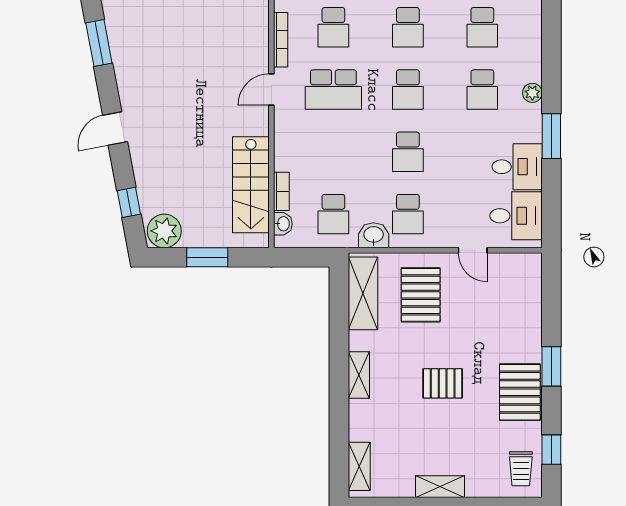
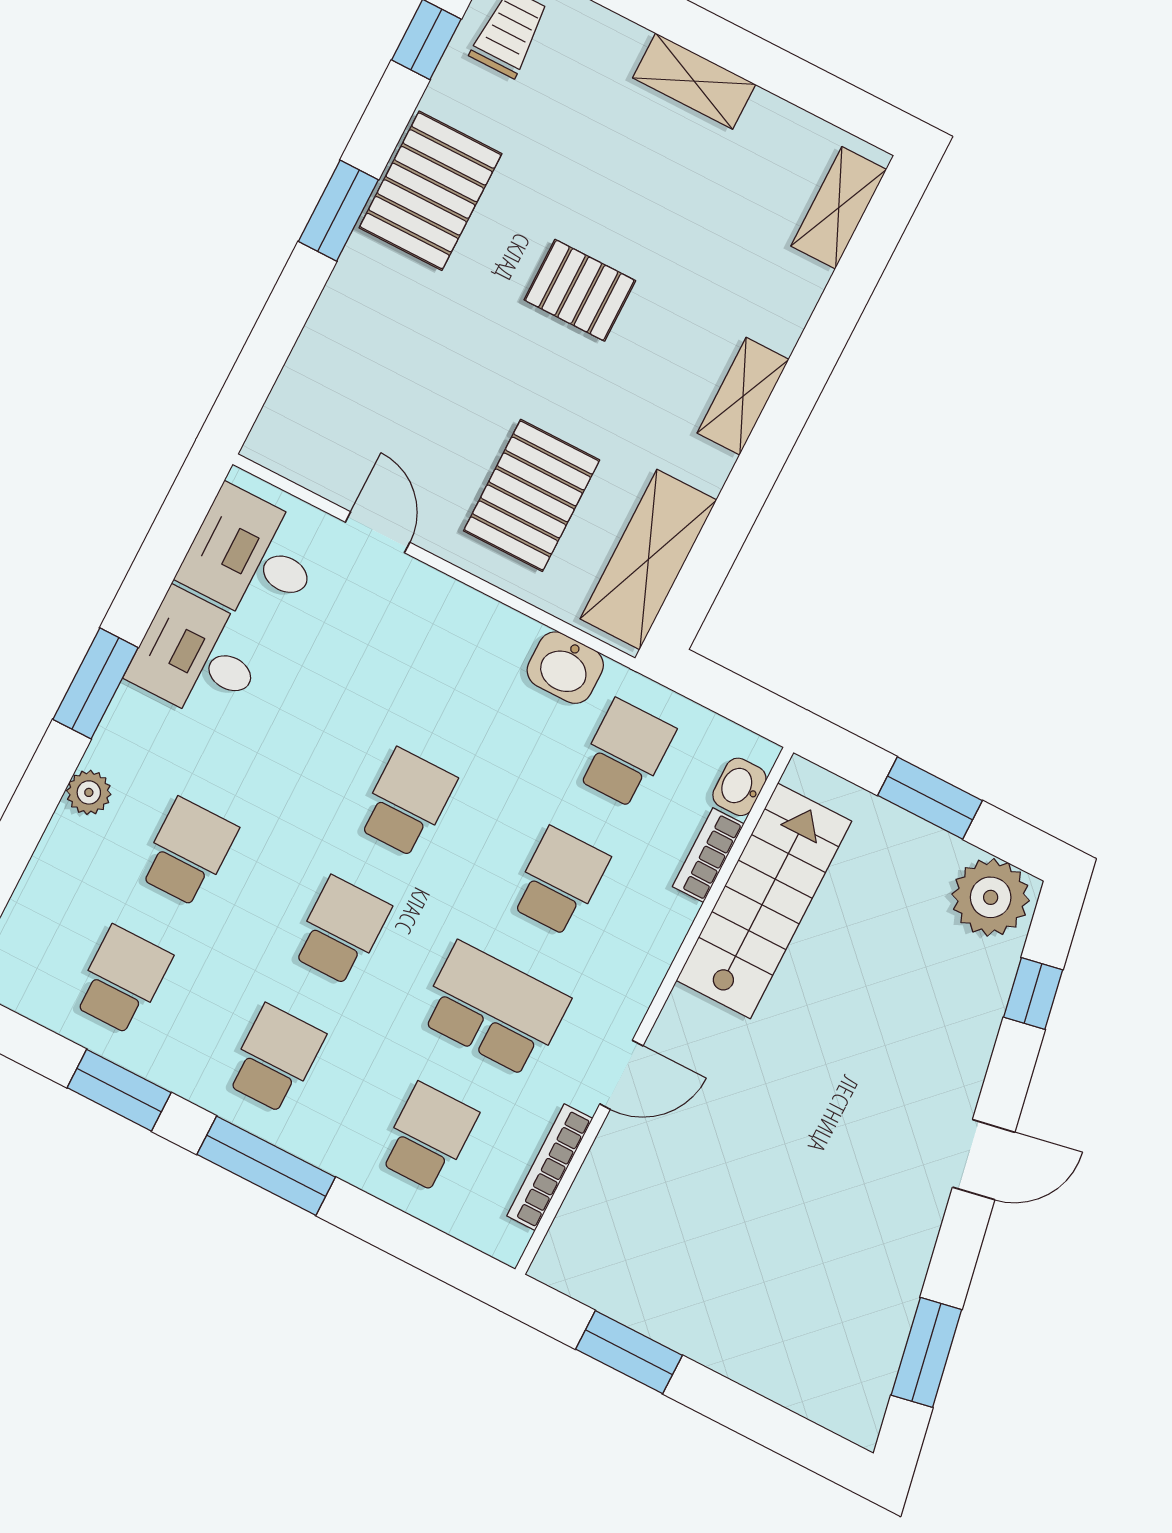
school desk: (408, 214) -> (560, 881), moved

